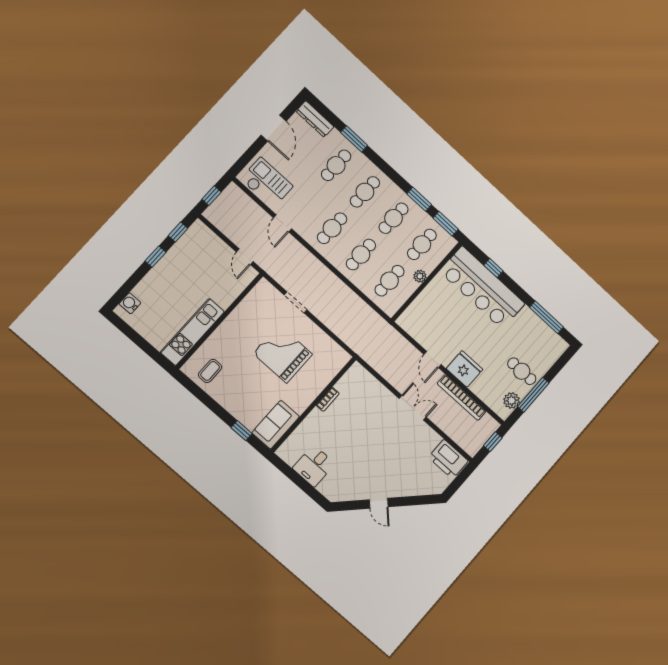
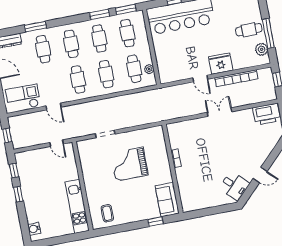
plant: (420, 276) -> (149, 69), moved
desk: (314, 466) -> (234, 186), moved, turned -45

